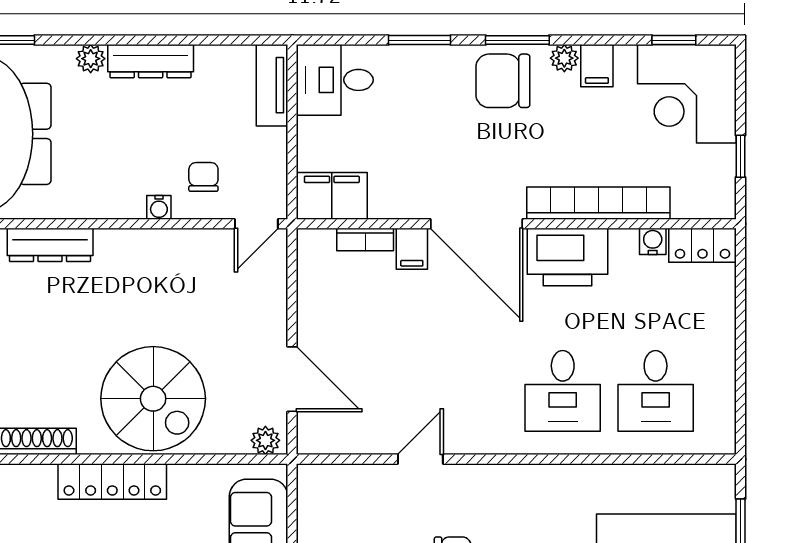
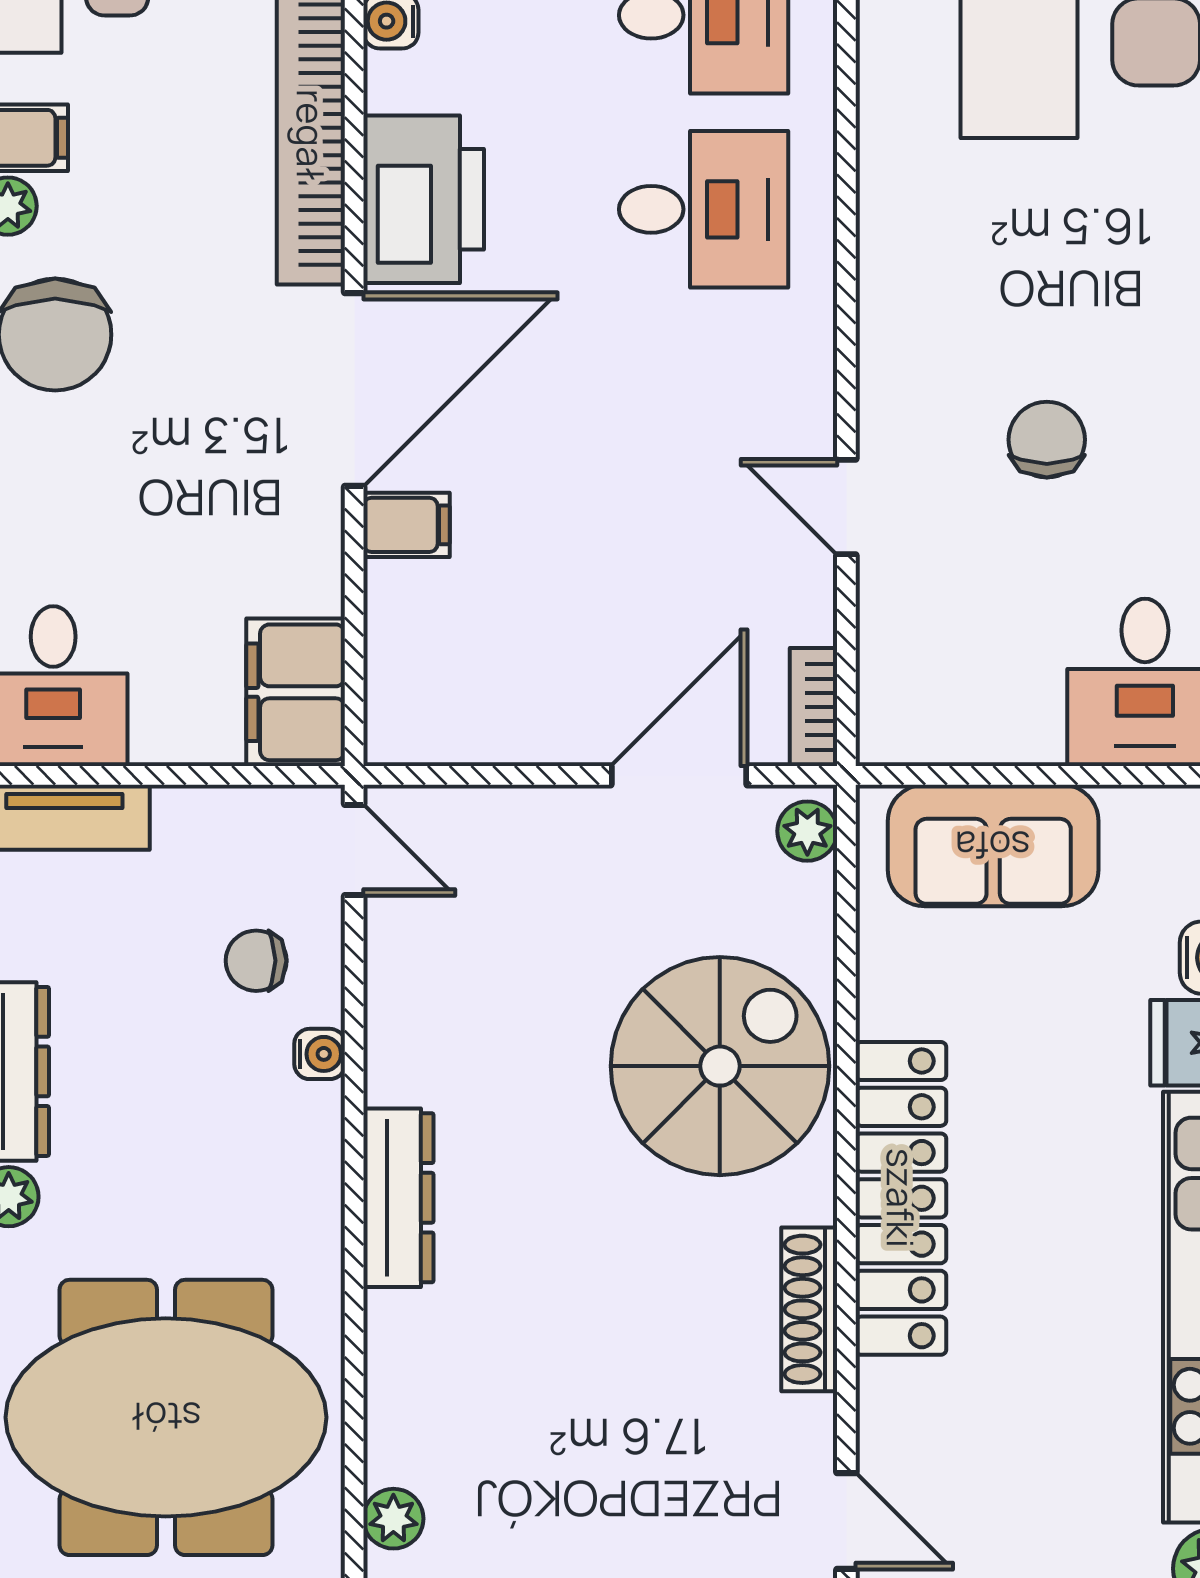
bookcase: (365, 240) -> (813, 707), moved, turned 180
dresser: (50, 245) -> (398, 1198), moved
locker: (112, 481) -> (901, 1198), width x1.41, depth x1.21

